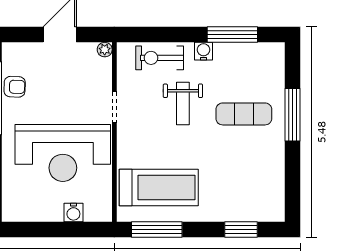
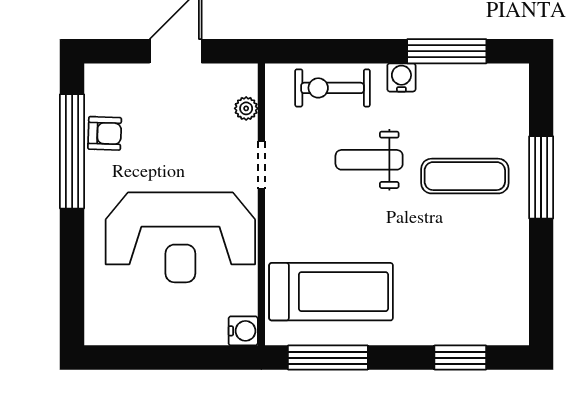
plant: (105, 50) -> (246, 108), moved
weight bench: (183, 104) -> (369, 160), turned 90
water cooler: (73, 212) -> (243, 331), moved, turned -90

